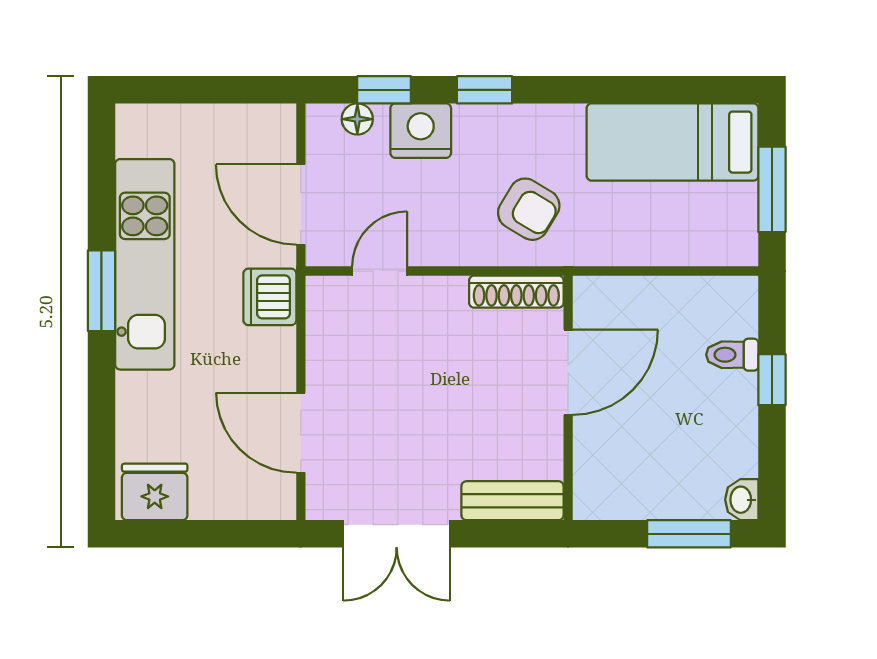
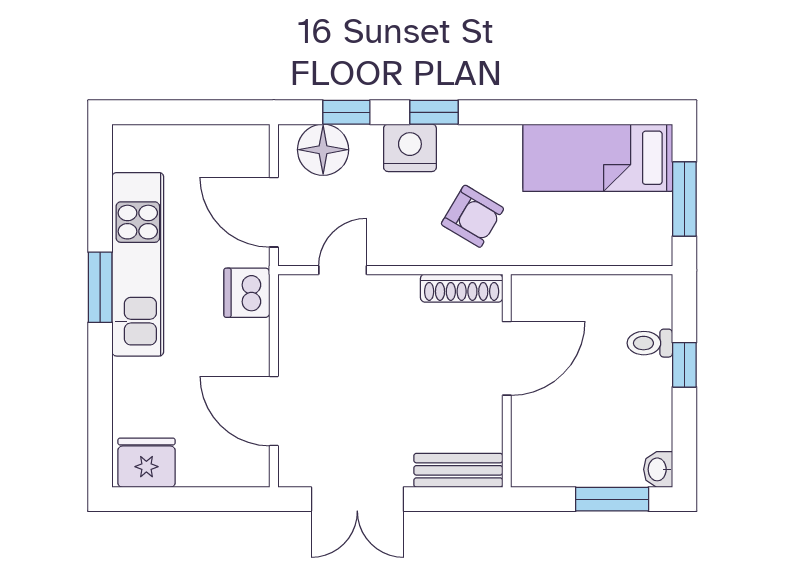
floor lamp: (357, 119) -> (323, 150), width x1.89, depth x1.89
nightstand: (421, 131) -> (410, 148), moved

